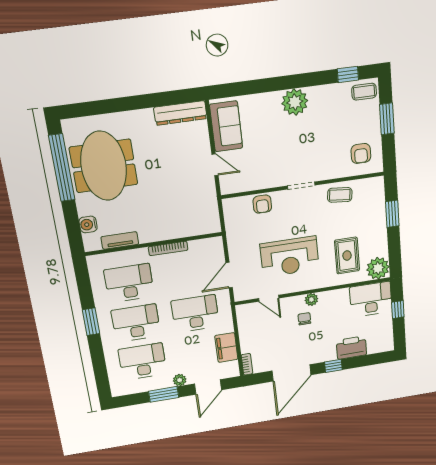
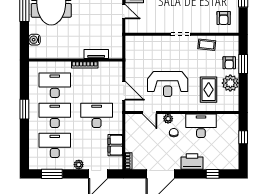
armchair: (262, 204) -> (229, 63), moved
tv unit: (120, 241) -> (96, 54), moved
plant: (378, 268) -> (230, 83), moved
door: (229, 275) -> (124, 91), swing flipped
desk: (371, 299) -> (201, 126), moved
plant: (311, 300) -> (168, 119), moved
printer: (351, 348) -> (192, 162), moved
window: (333, 366) -> (213, 174), moved
window: (164, 394) -> (52, 174), moved

